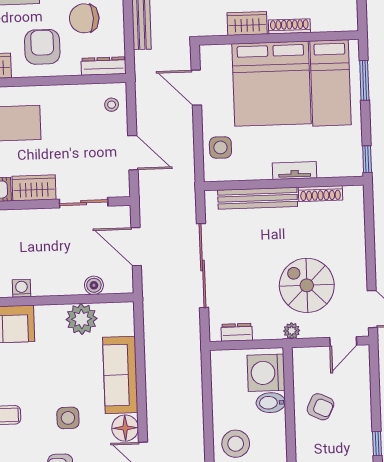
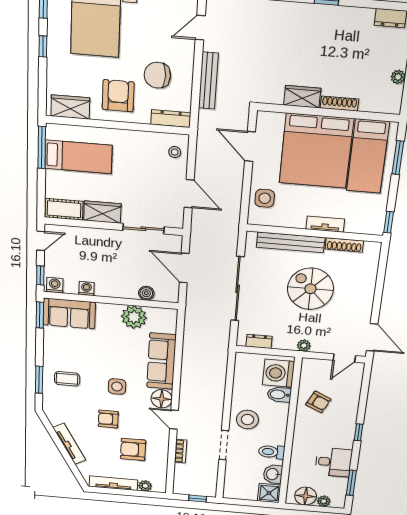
spiral stairs: (307, 285) -> (310, 289), moved

